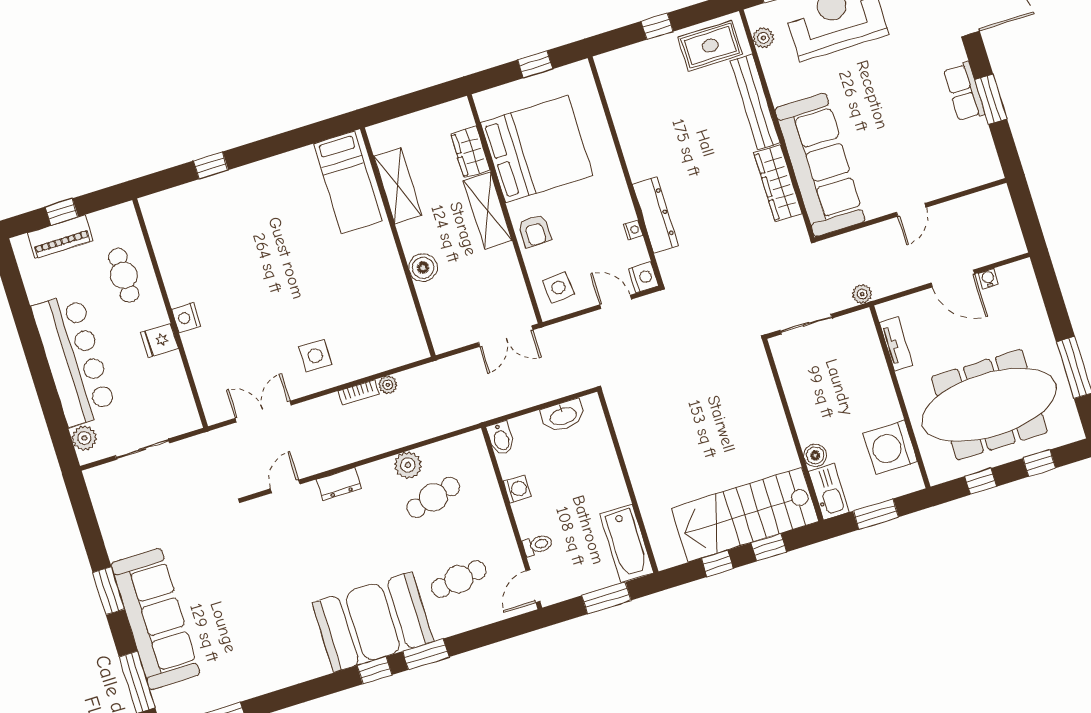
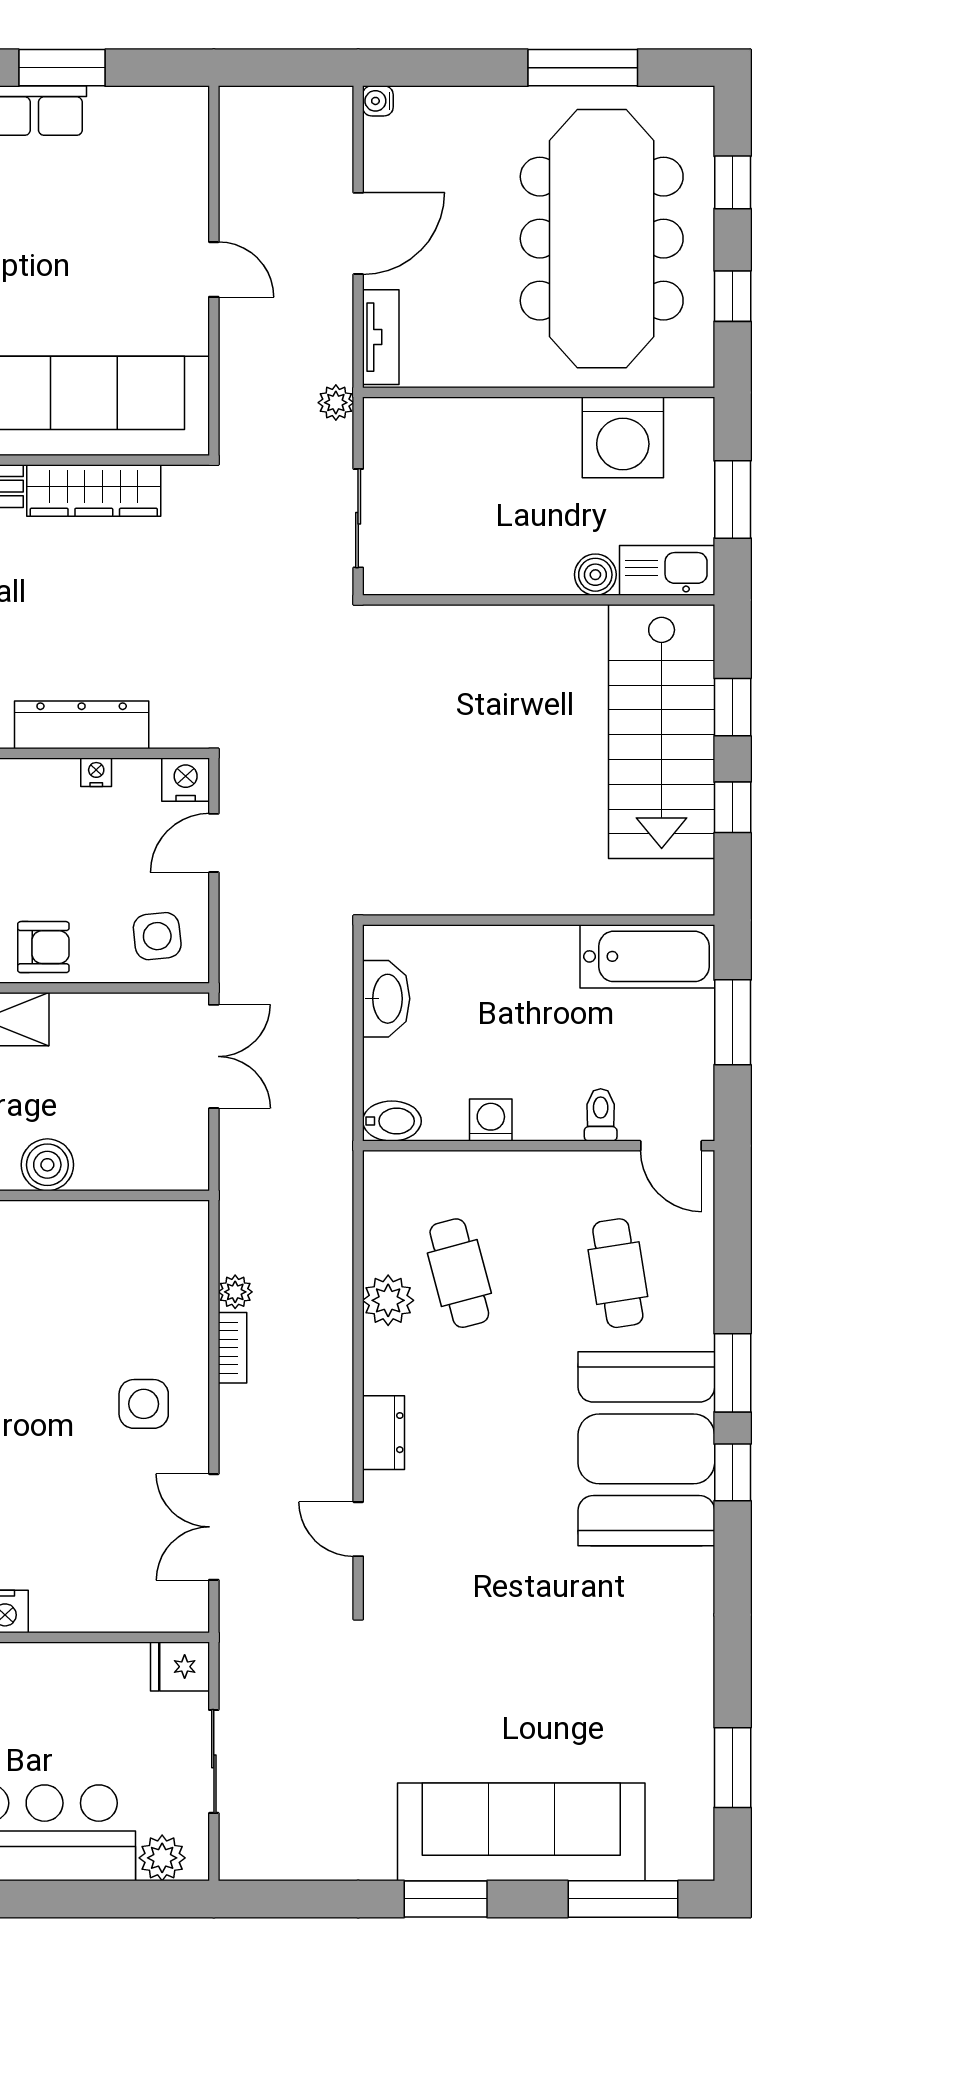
water cooler: (988, 279) -> (378, 101), moved
fridge: (159, 340) -> (180, 1667), moved, turned 90
tv unit: (896, 344) -> (381, 337), moved, turned 90

